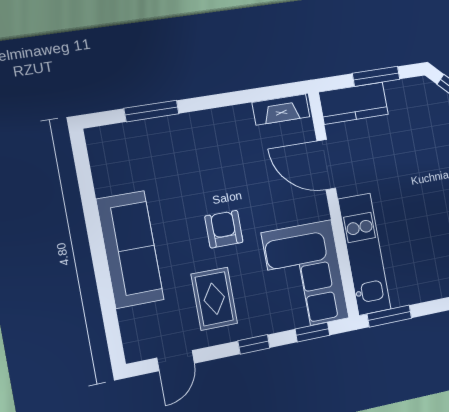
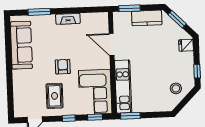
window: (376, 76) -> (130, 8), moved
kitchen counter: (353, 103) -> (147, 18), moved
fireplace: (281, 110) -> (68, 19), moved
sofa: (130, 249) -> (21, 45), moved

